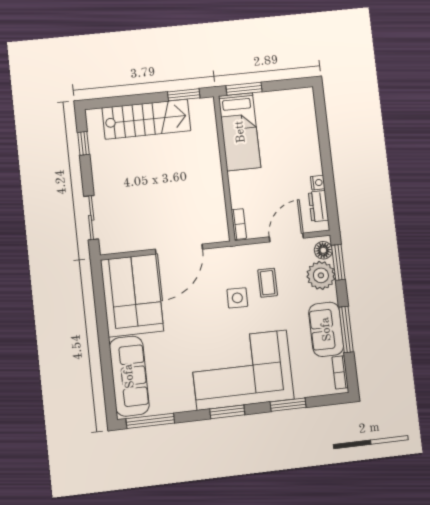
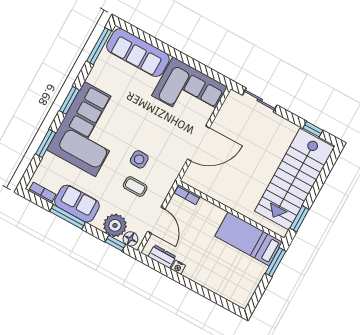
stairs: (146, 119) -> (294, 179), width x1.36, depth x1.51
door: (179, 249) -> (198, 143), swing flipped
window: (338, 262) -> (115, 243), width x0.67

